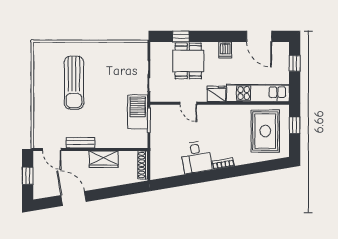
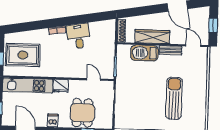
door: (188, 103) -> (94, 79), moved
barbecue: (138, 112) -> (144, 53), moved, turned 90
rug: (265, 131) -> (23, 55), turned 90
wardrobe: (104, 159) -> (152, 37), width x1.50

